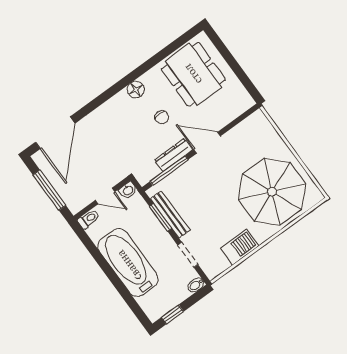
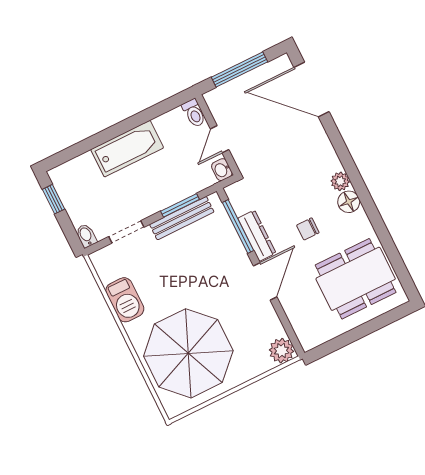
plant: (121, 99) -> (340, 181), added
plant: (258, 121) -> (282, 351), added
bathtub: (128, 263) -> (127, 149), width x0.73, depth x0.73

